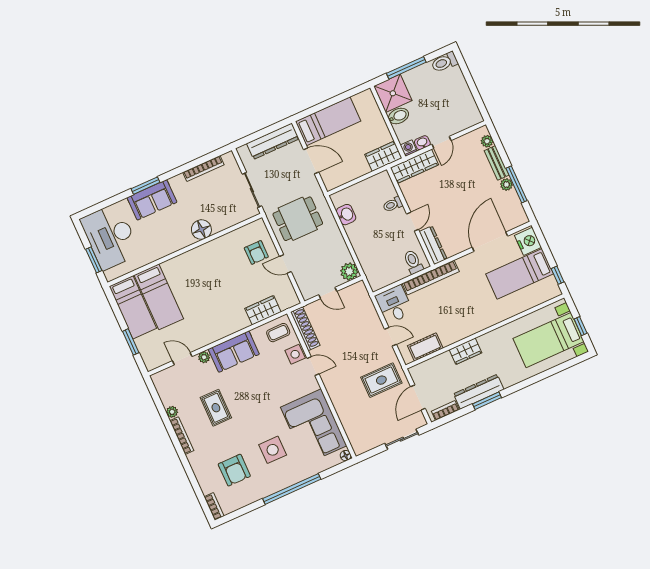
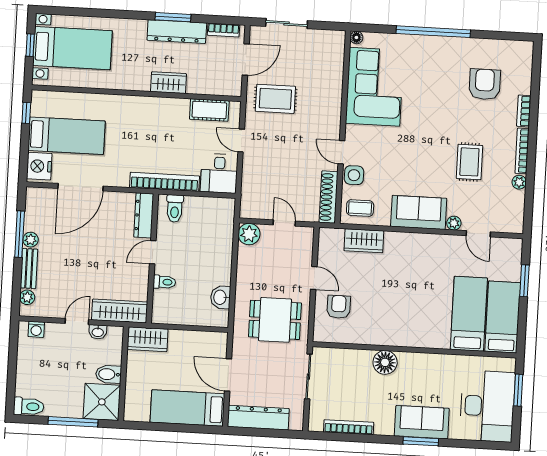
washing machine: (409, 148) -> (36, 329), moved
side table: (273, 450) -> (432, 85), removed
bookcase: (214, 506) -> (524, 111), moved

